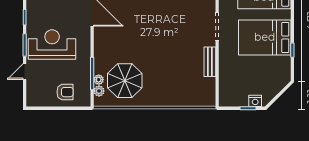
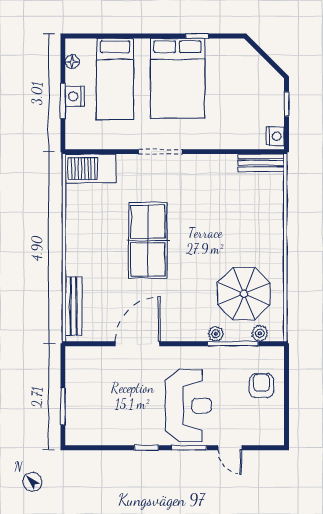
table tennis table: (159, 18) -> (148, 241), added
reception desk: (52, 44) -> (188, 406), turned 180
bench: (210, 62) -> (261, 163), moved
plant: (99, 80) -> (216, 334), moved
nightstand: (255, 101) -> (275, 136), moved

